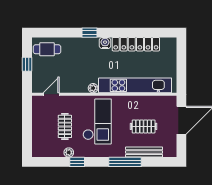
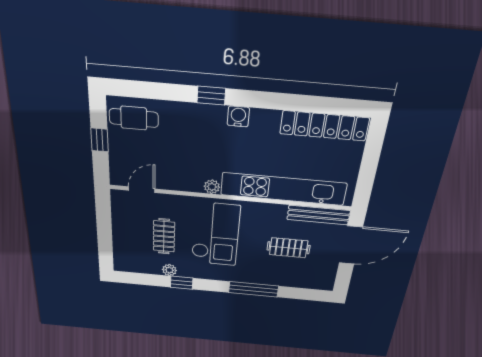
locker: (136, 44) -> (324, 126), moved
bench: (144, 152) -> (318, 215), moved

